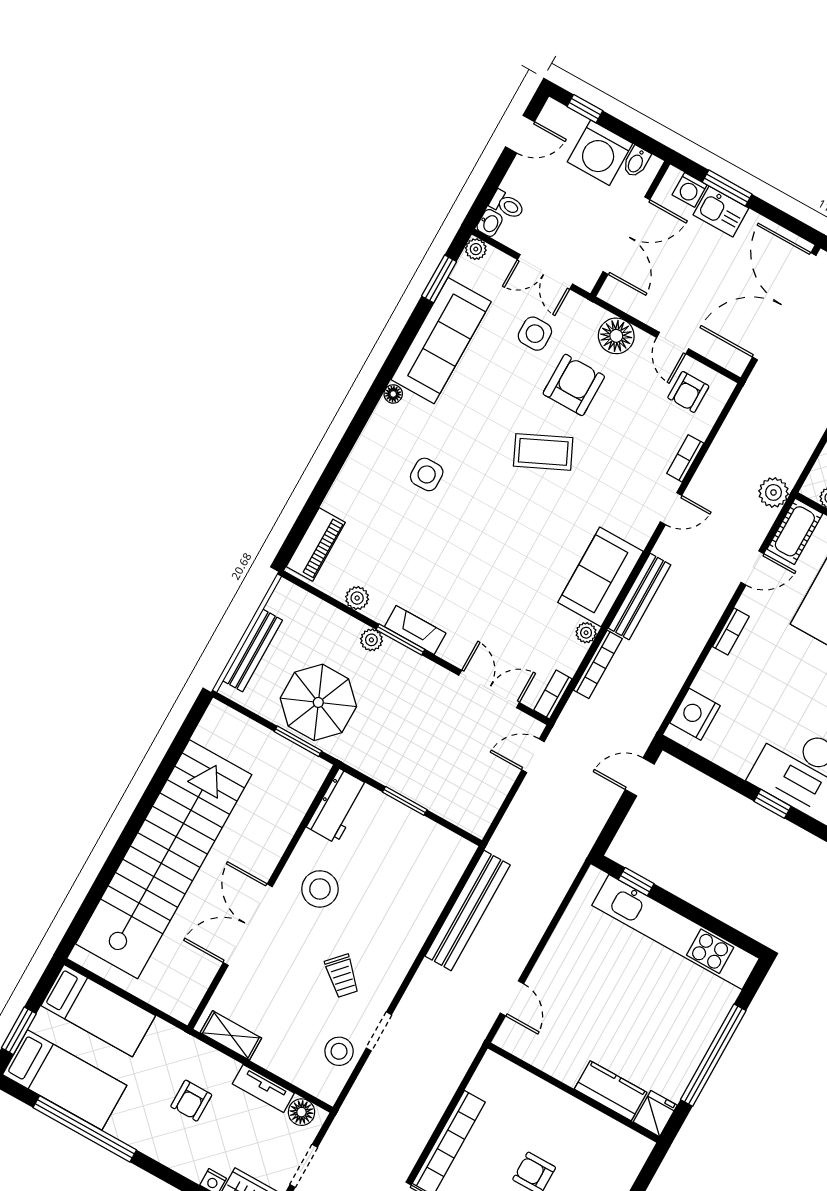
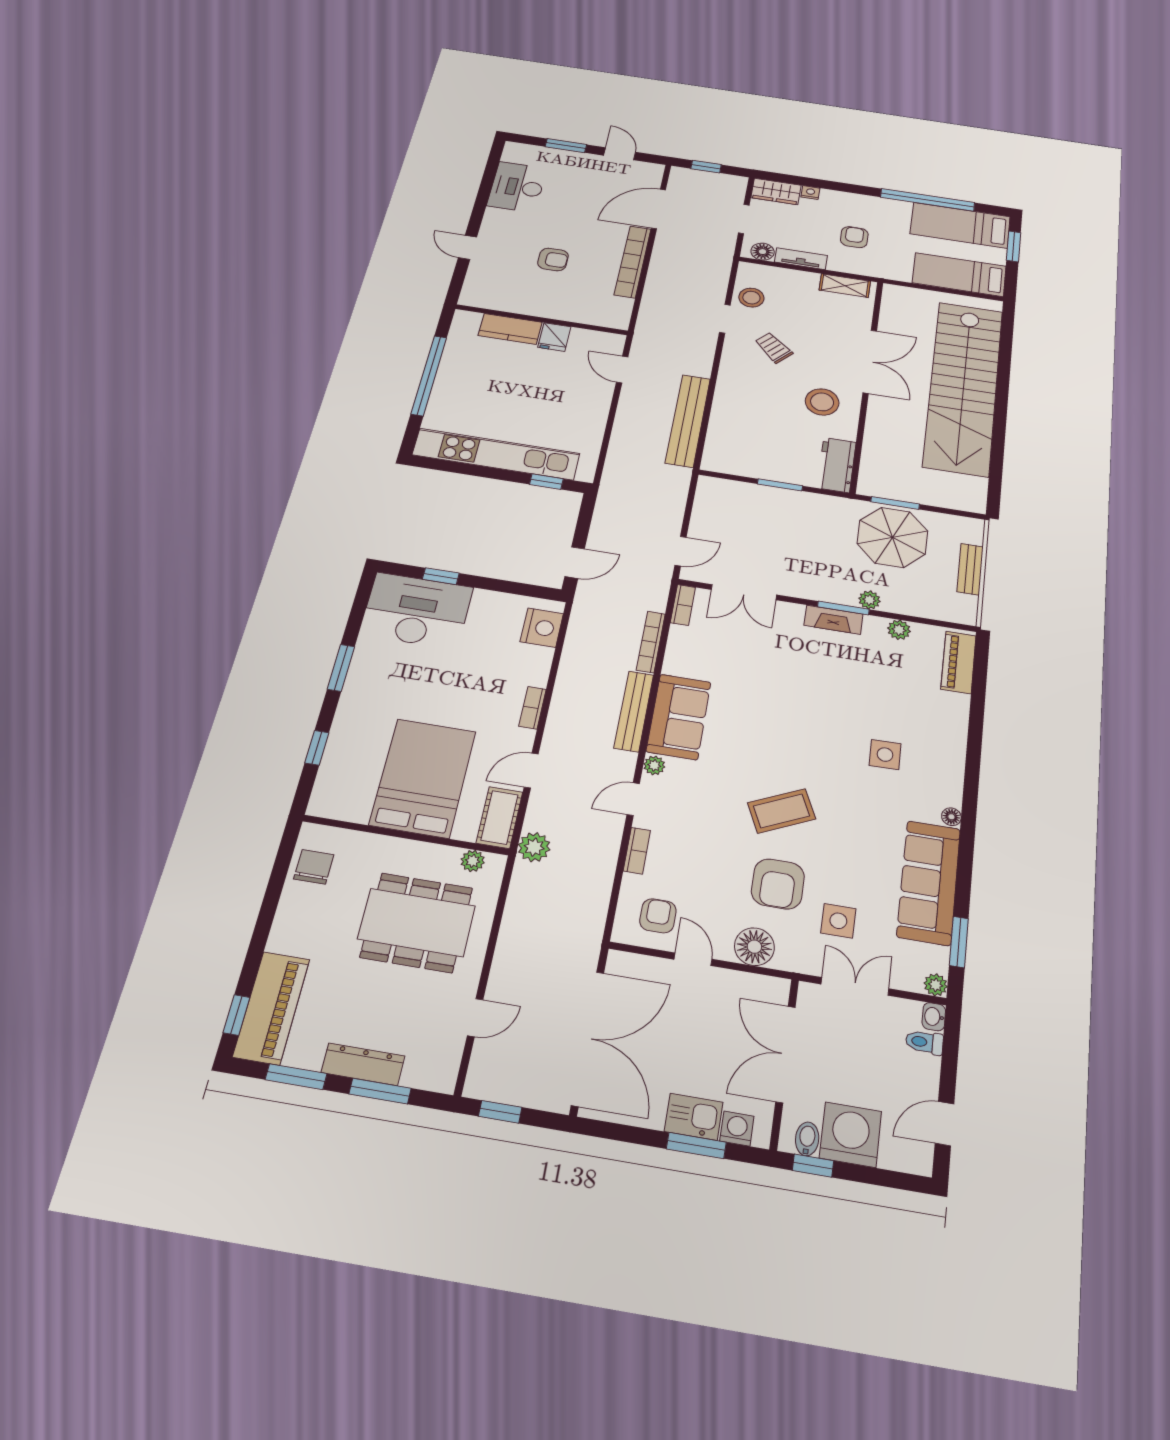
window: (585, 109) -> (813, 1166), moved
plant: (586, 633) -> (654, 765), moved
bench: (253, 650) -> (970, 569), width x0.73
fridge: (655, 1114) -> (554, 337), moved

